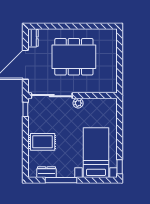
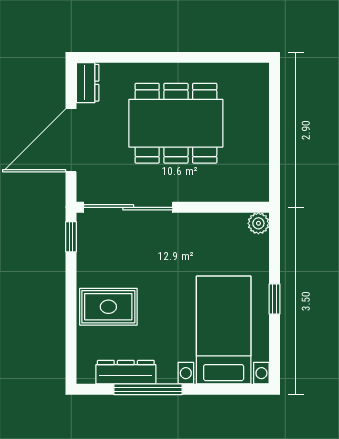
plant: (78, 103) -> (258, 223), moved
window: (120, 167) -> (274, 299), moved
dresser: (46, 172) -> (126, 372), width x1.44

